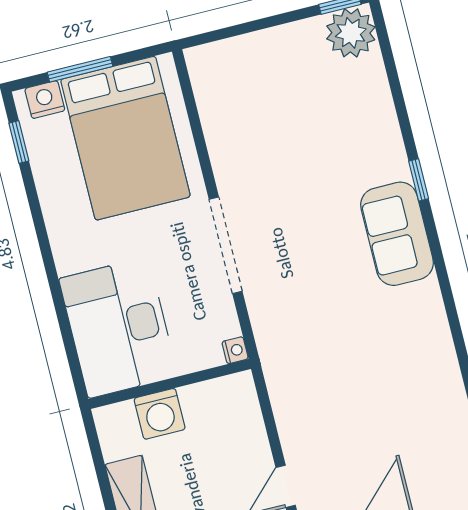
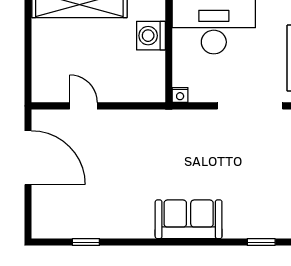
sofa: (397, 234) -> (189, 219), moved

